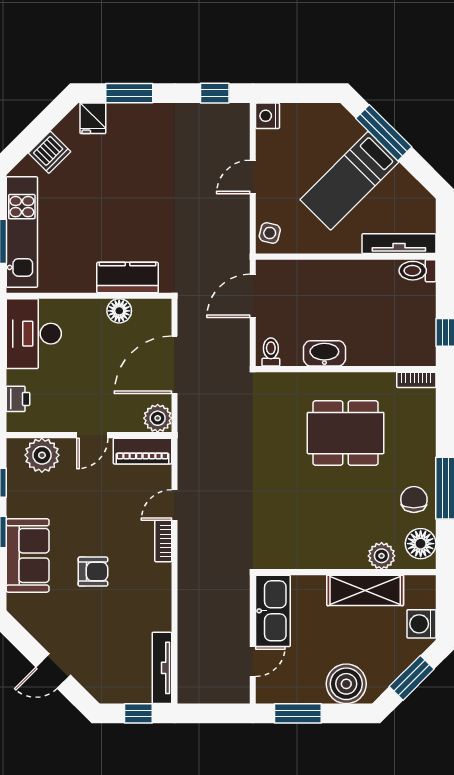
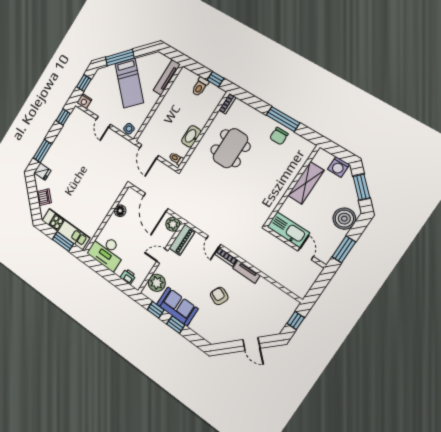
window: (299, 93) -> (84, 83), added
toilet: (417, 271) -> (200, 87), moved
kitchen counter: (128, 277) -> (109, 198), removed
door: (92, 435) -> (162, 256), swing flipped
chair: (414, 499) -> (279, 136), turned -90
floor lamp: (421, 544) -> (301, 145), removed
sofa: (28, 555) -> (177, 307), moved
plant: (382, 556) -> (295, 166), removed
armchair: (93, 572) -> (219, 296), turned -66
tv unit: (162, 668) -> (246, 272), moved, width x0.71
door: (53, 671) -> (251, 344), hinge flipped

